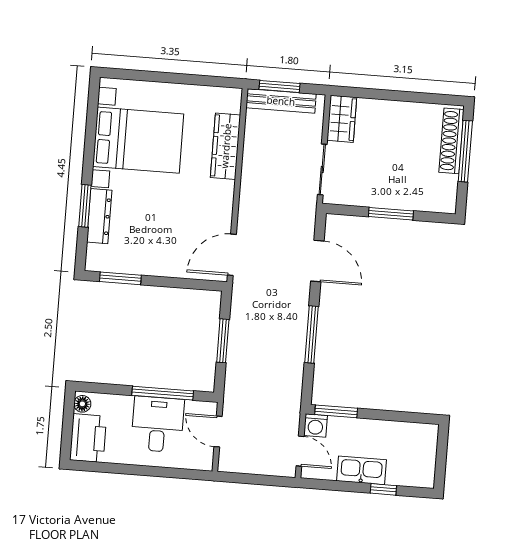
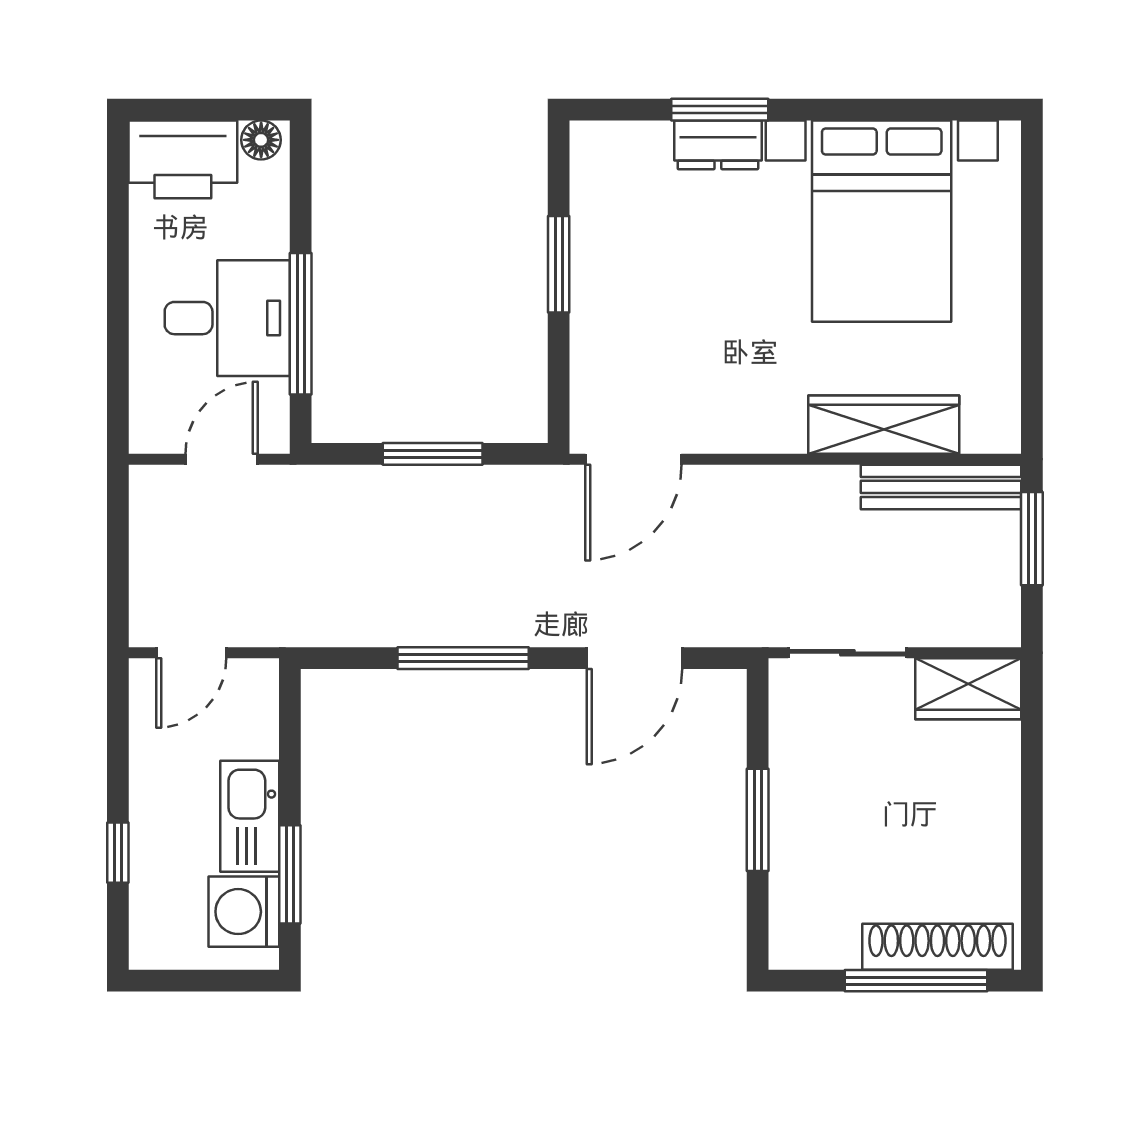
bench: (281, 101) -> (941, 487), moved, turned 90
dresser: (99, 216) -> (718, 145), width x0.70
door: (232, 255) -> (633, 459), swing flipped
window: (120, 278) -> (559, 264), moved
window: (336, 411) -> (290, 874), moved
washing machine: (315, 425) -> (244, 912), moved, width x1.38, depth x1.38
kitchen sink: (361, 470) -> (250, 816), moved, turned 180

